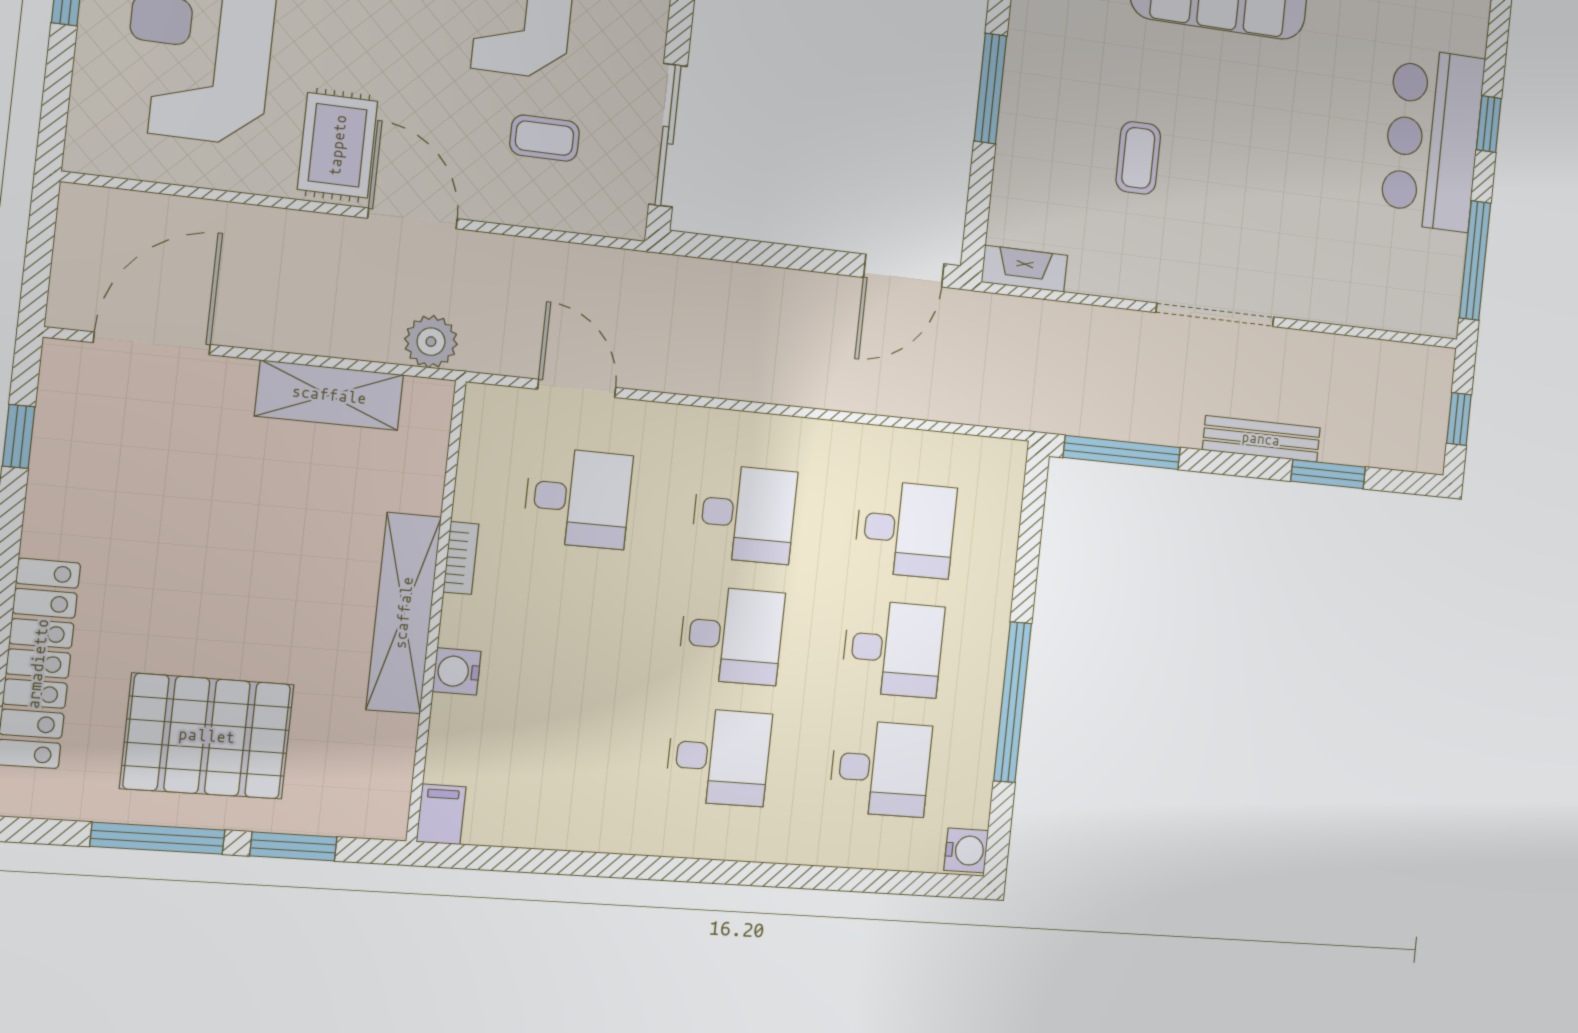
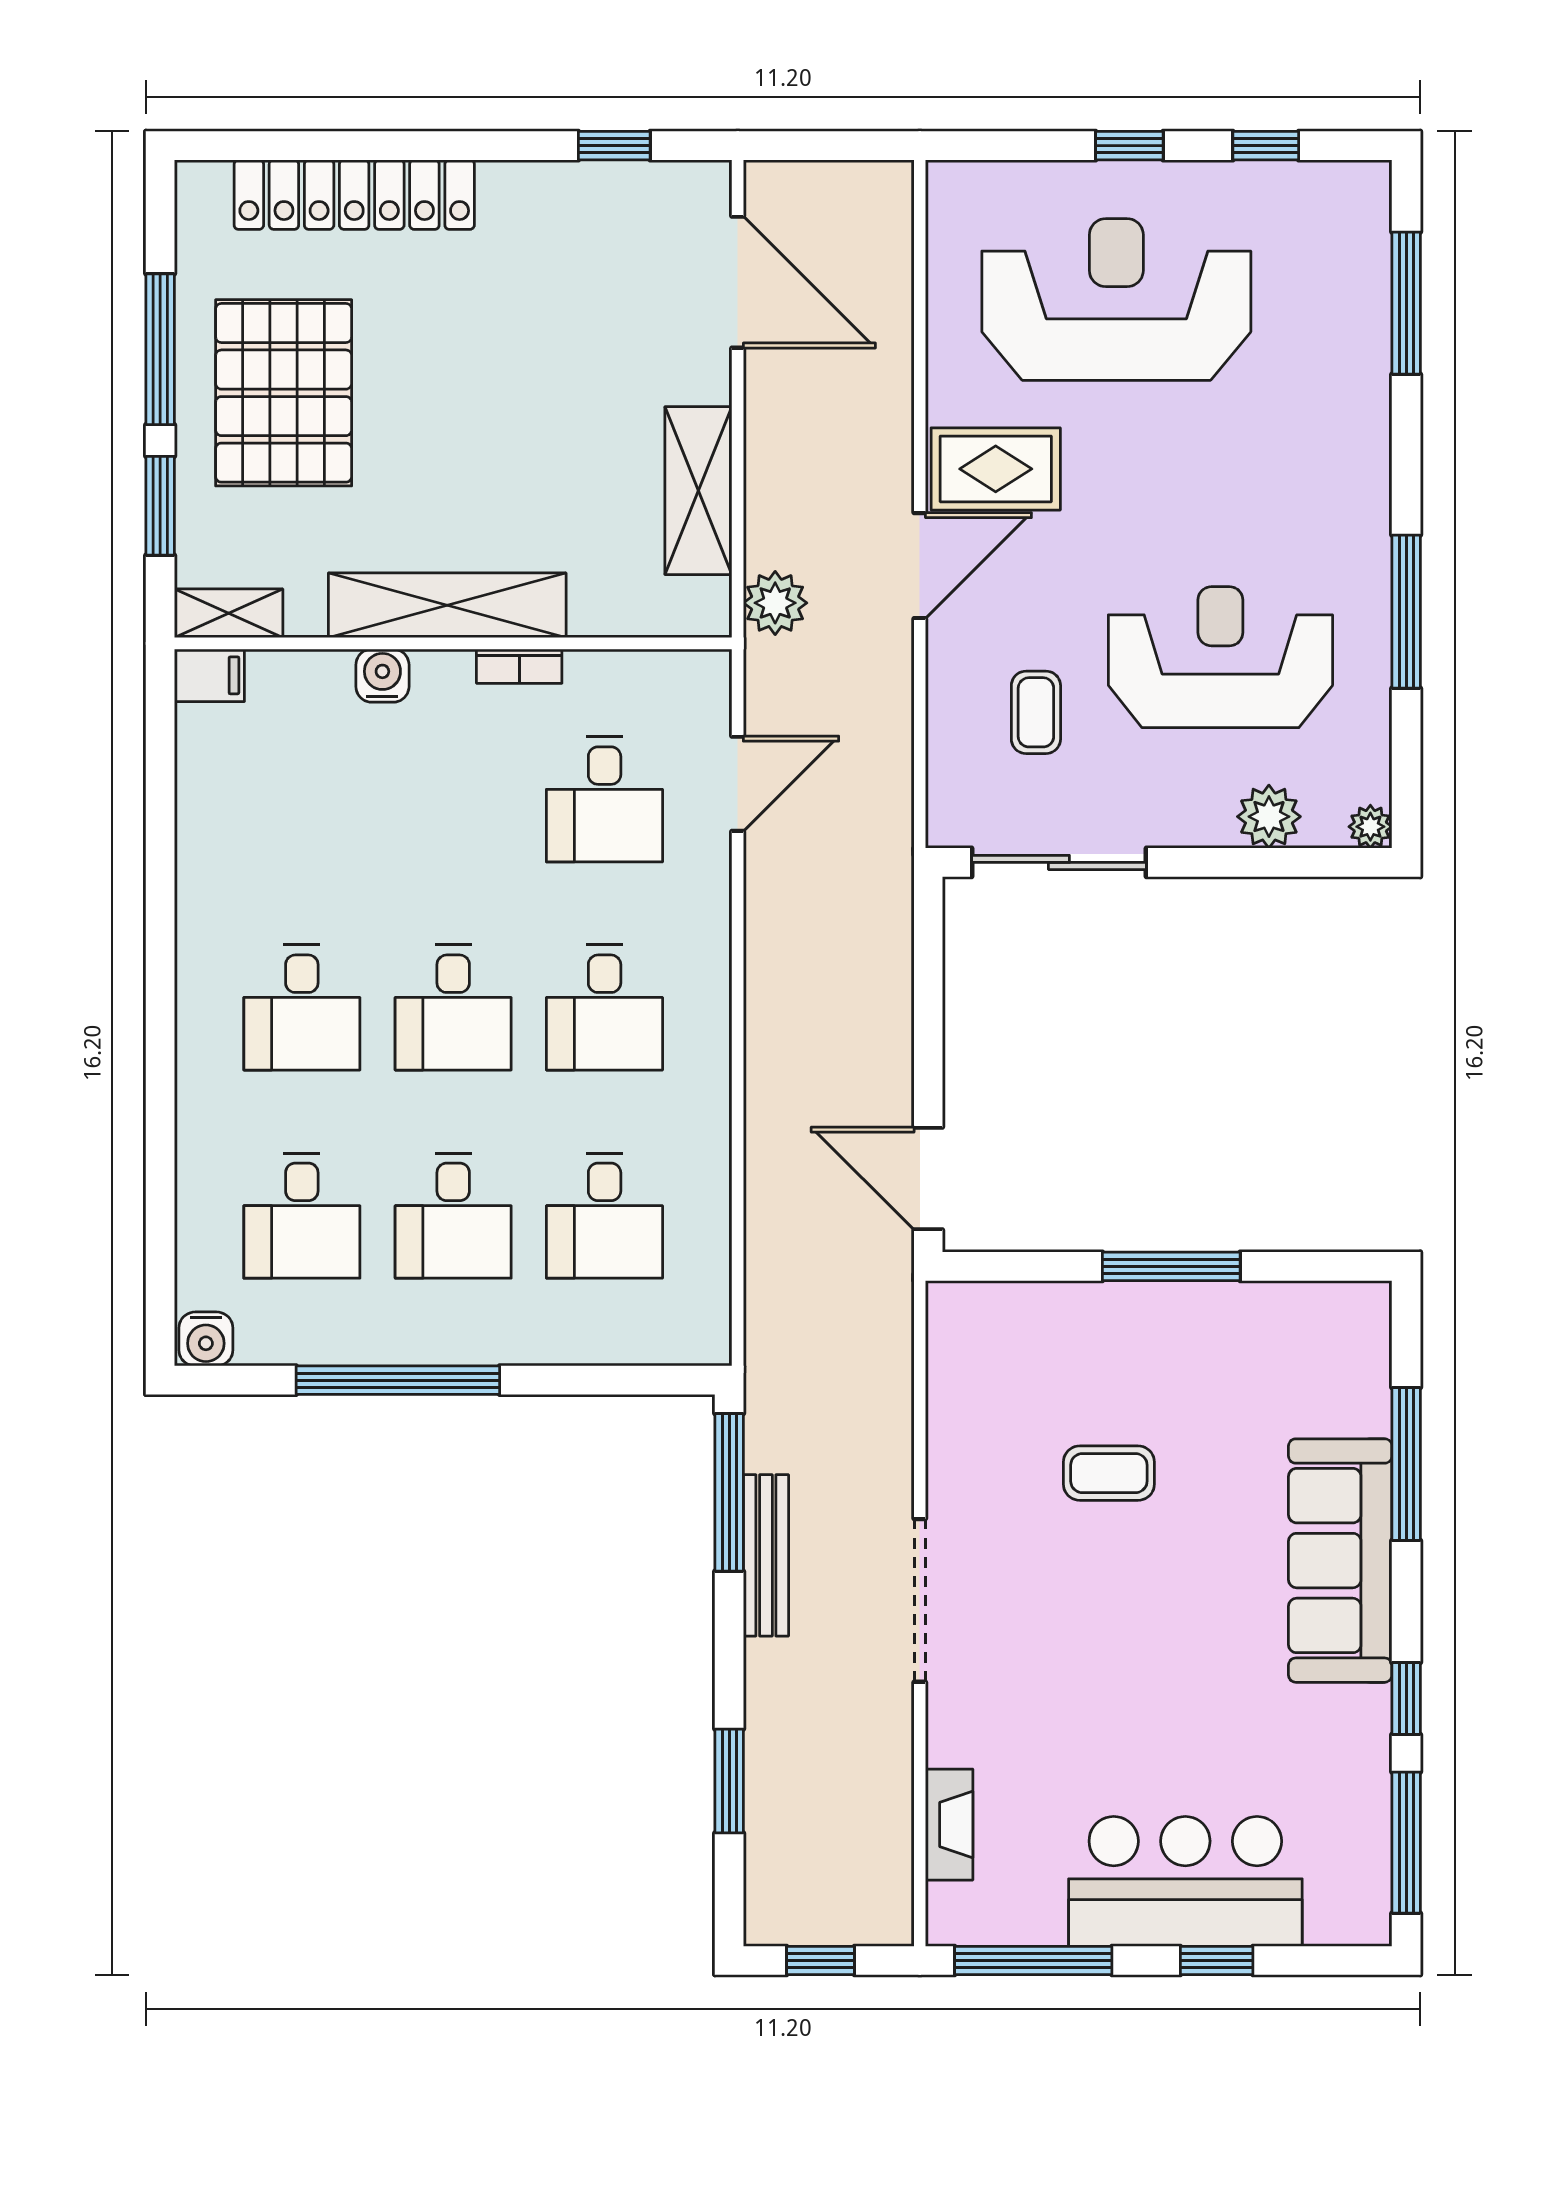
fireplace: (1024, 269) -> (949, 1825), moved
bench: (1261, 439) -> (766, 1555), moved
shelving: (391, 795) -> (229, 613), added

